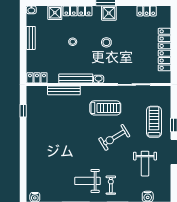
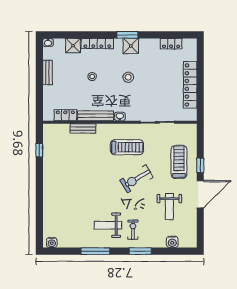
locker: (37, 78) -> (65, 115), moved
bench: (64, 90) -> (83, 128), width x0.73

